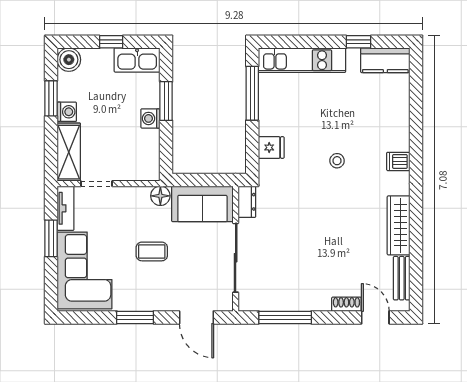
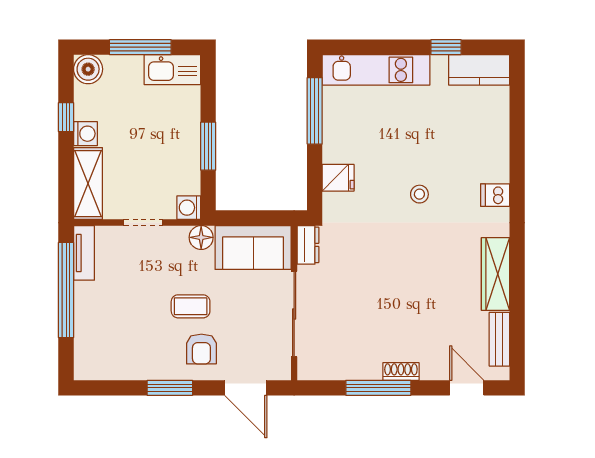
window: (111, 42) -> (140, 47), width x2.17
window: (51, 98) -> (66, 117), width x0.67
window: (166, 101) -> (208, 146), moved
washing machine: (150, 118) -> (189, 208), moved
doorway: (96, 184) -> (143, 223), moved
window: (51, 238) -> (66, 290), width x2.11
corner sofa: (85, 270) -> (107, 330), removed
armchair: (161, 286) -> (201, 349), added
shoe rack: (346, 304) -> (401, 371), moved
window: (285, 317) -> (378, 388), moved

